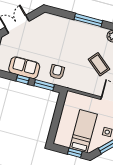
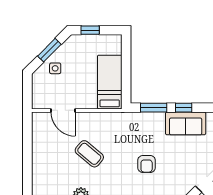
armchair: (57, 72) -> (147, 164), moved
bed: (83, 131) -> (110, 82), moved, turned 180

